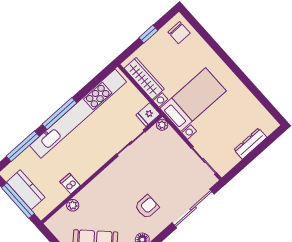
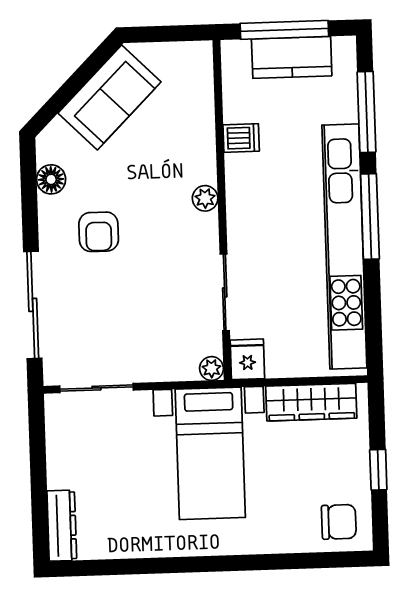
chair: (179, 33) -> (339, 522), turned 180
dresser: (250, 144) -> (62, 526), moved
plant: (73, 205) -> (205, 198), moved

